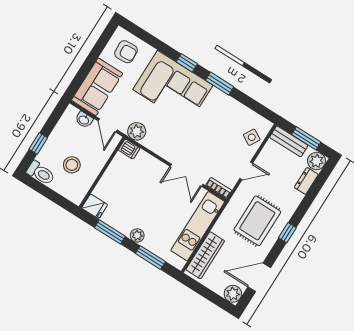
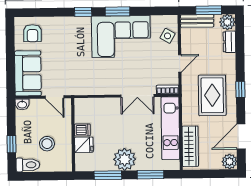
armchair: (126, 52) -> (32, 33), turned 94
corner sofa: (173, 87) -> (121, 36), moved
washbasin: (84, 120) -> (22, 104), moved
plant: (137, 131) -> (79, 87), removed
dishwasher: (129, 149) -> (82, 130), moved
fridge: (95, 206) -> (84, 145), moved
plant: (137, 235) -> (125, 159), width x1.88, depth x1.88

